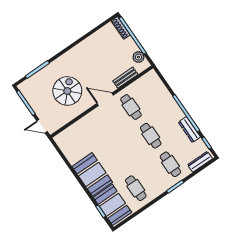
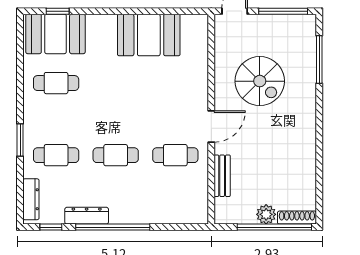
plant: (138, 57) -> (266, 214), moved
booth: (92, 174) -> (149, 35), moved

